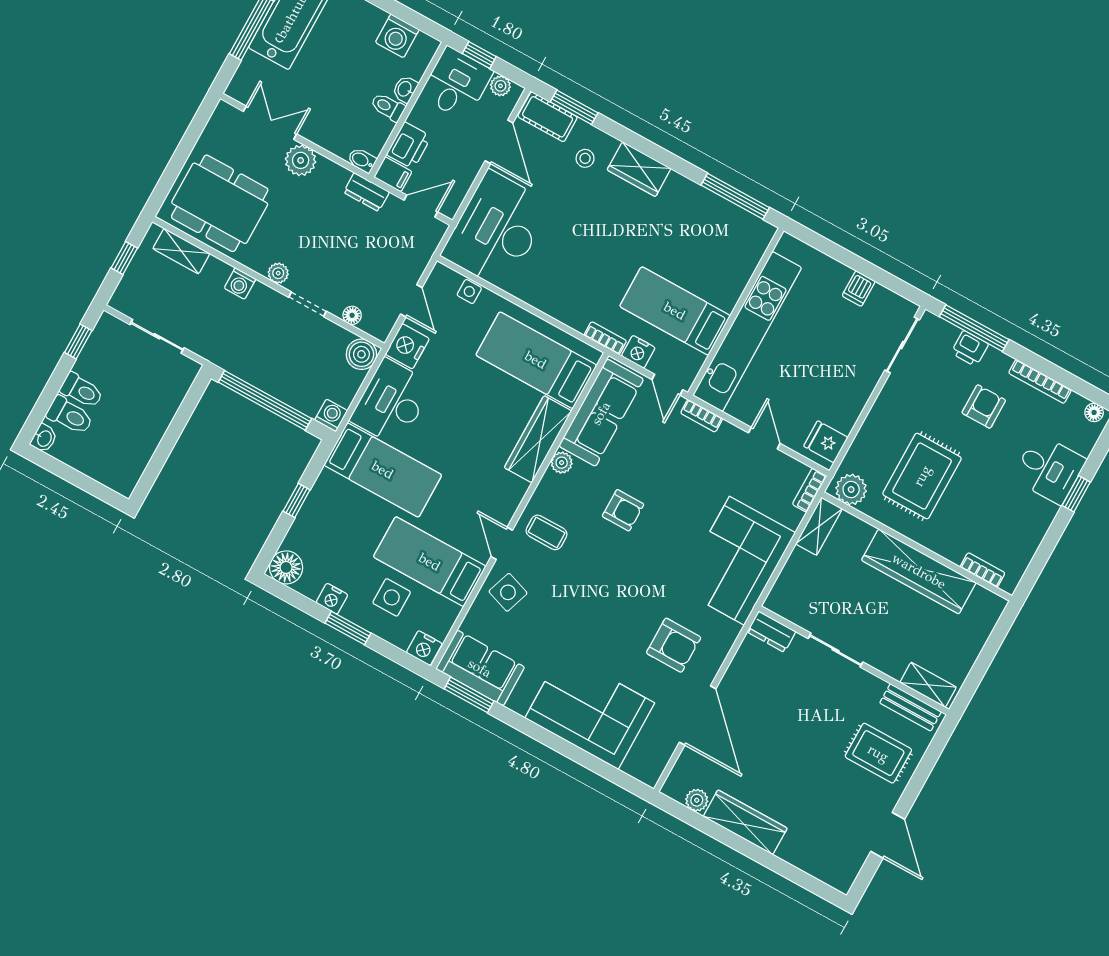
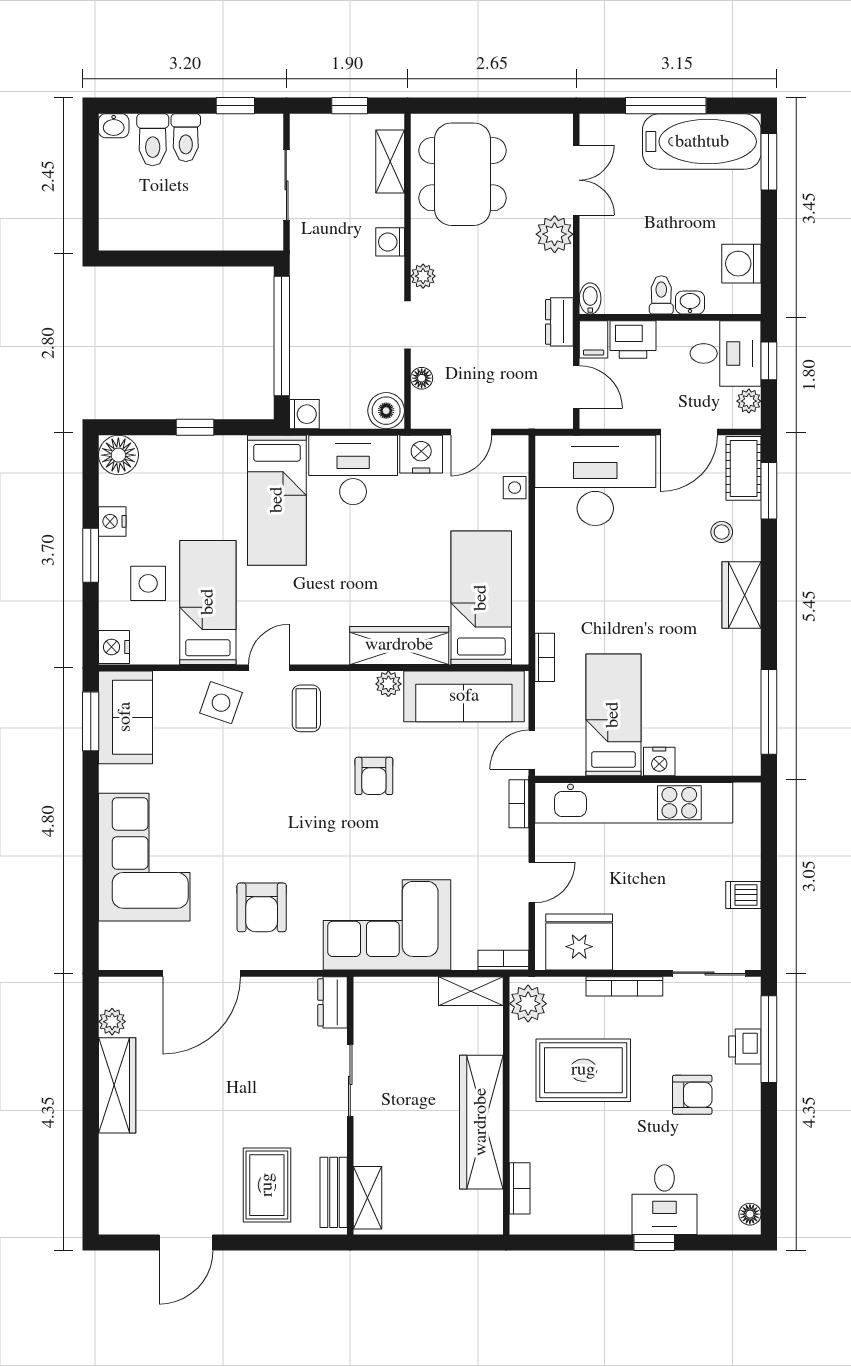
nightstand: (638, 352) -> (659, 762), moved, turned -90
bookcase: (1040, 381) -> (624, 986), moved, turned -90
fridge: (826, 442) -> (579, 942), width x1.88, depth x1.34

